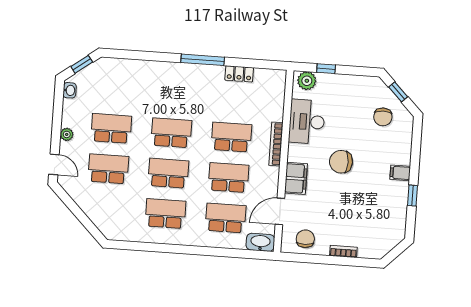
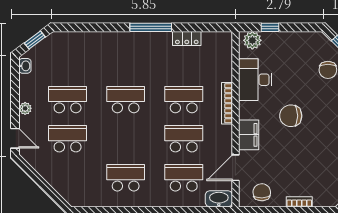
school desk: (168, 173) -> (126, 139), removed

